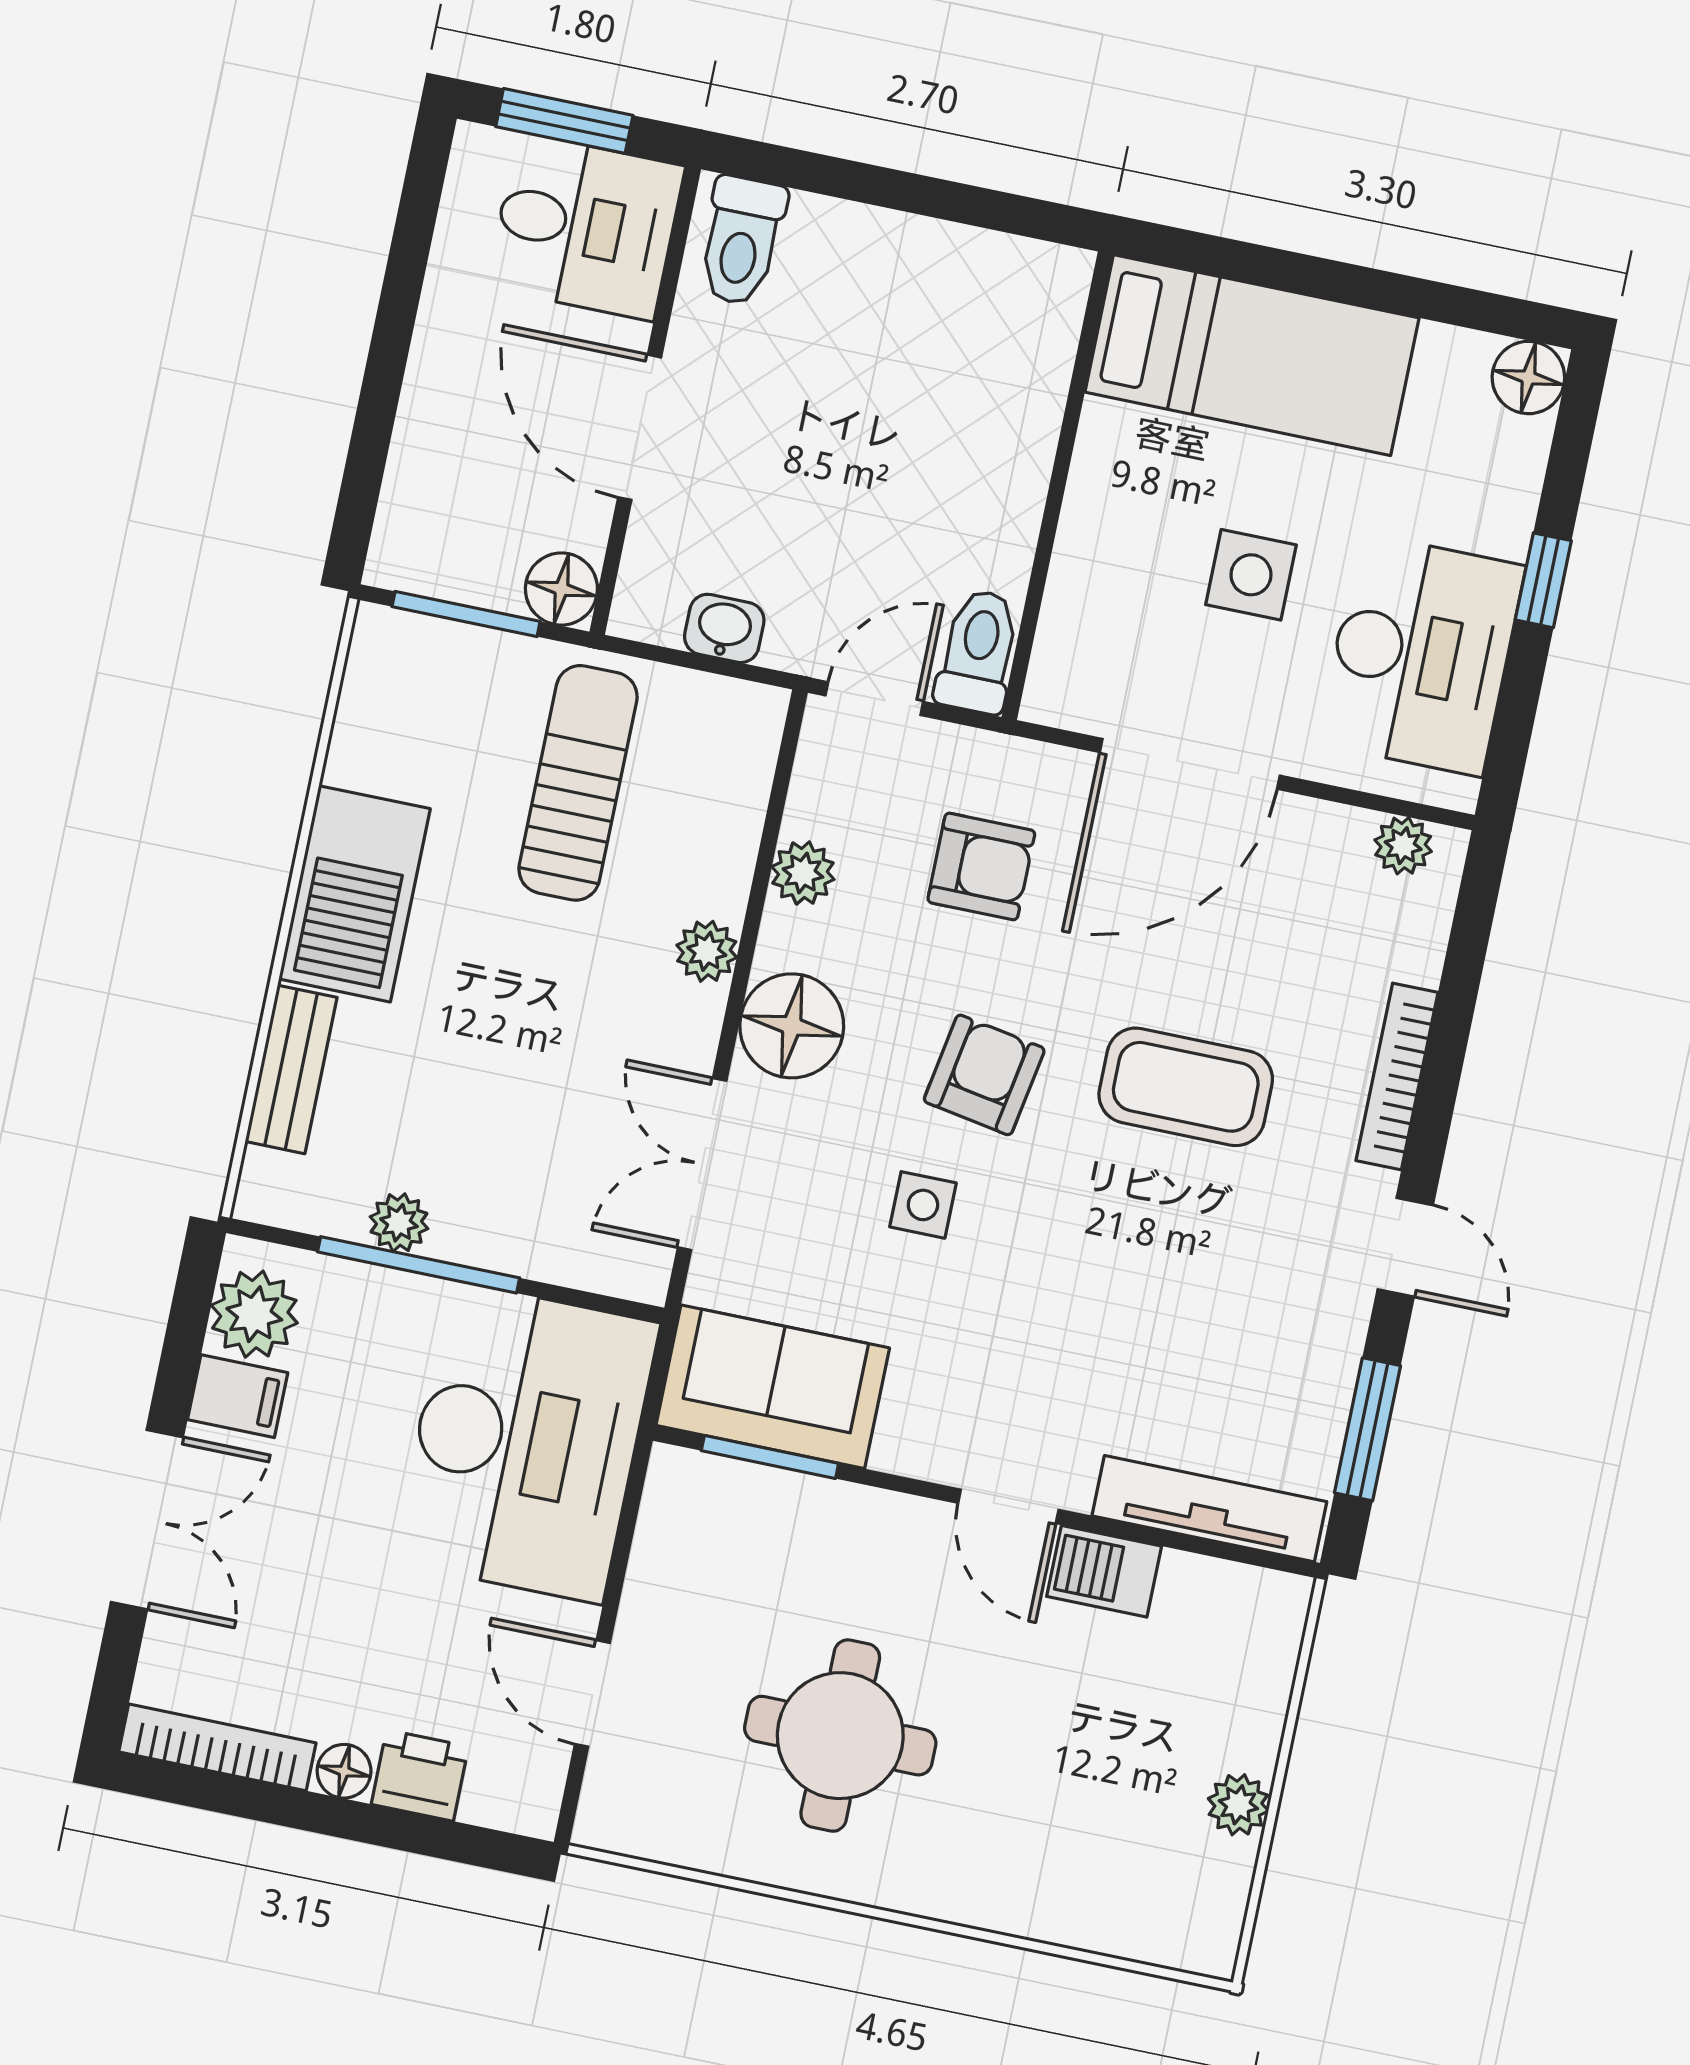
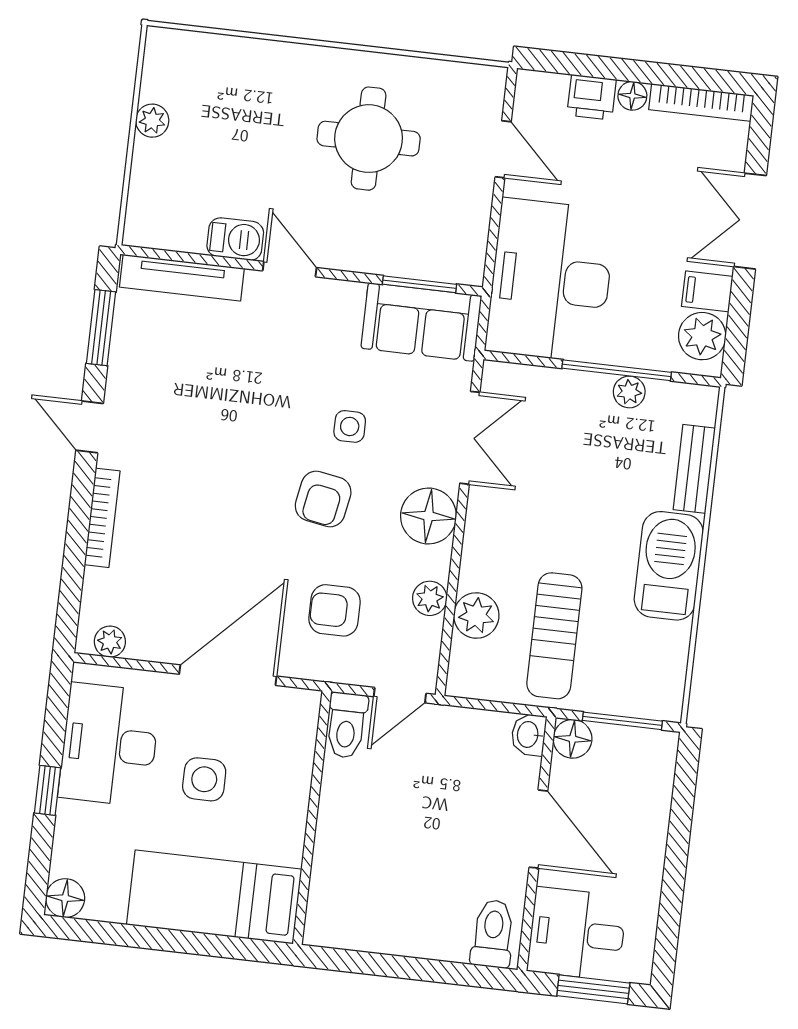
washbasin: (724, 628) -> (529, 735), moved, turned 90
plant: (707, 951) -> (476, 615), moved, width x1.38, depth x1.38
coffee table: (1186, 1087) -> (215, 502), removed

